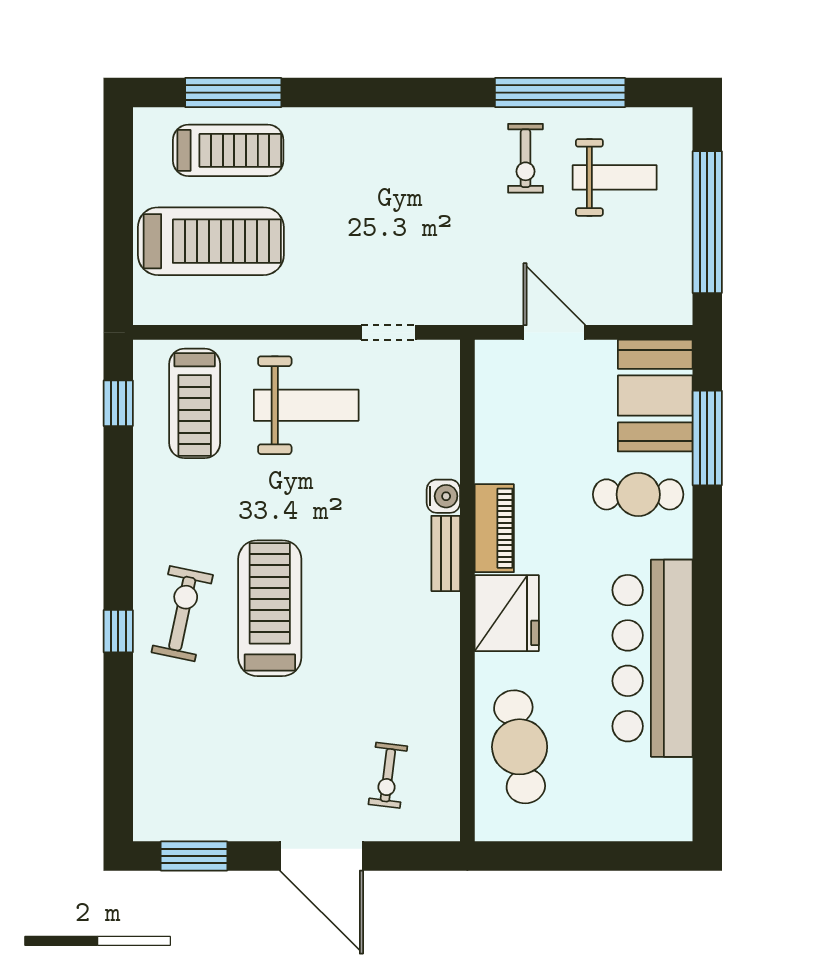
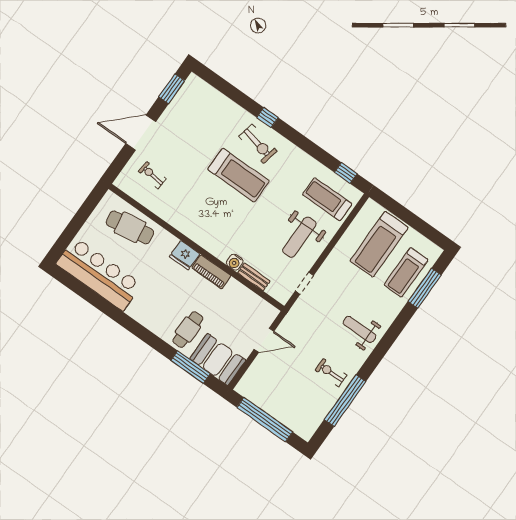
weight bench: (615, 177) -> (360, 329), moved, turned 90
bench: (446, 553) -> (254, 277), moved
fridge: (507, 613) -> (185, 255), width x0.73, depth x0.75
bar counter: (653, 658) -> (99, 274), moved

